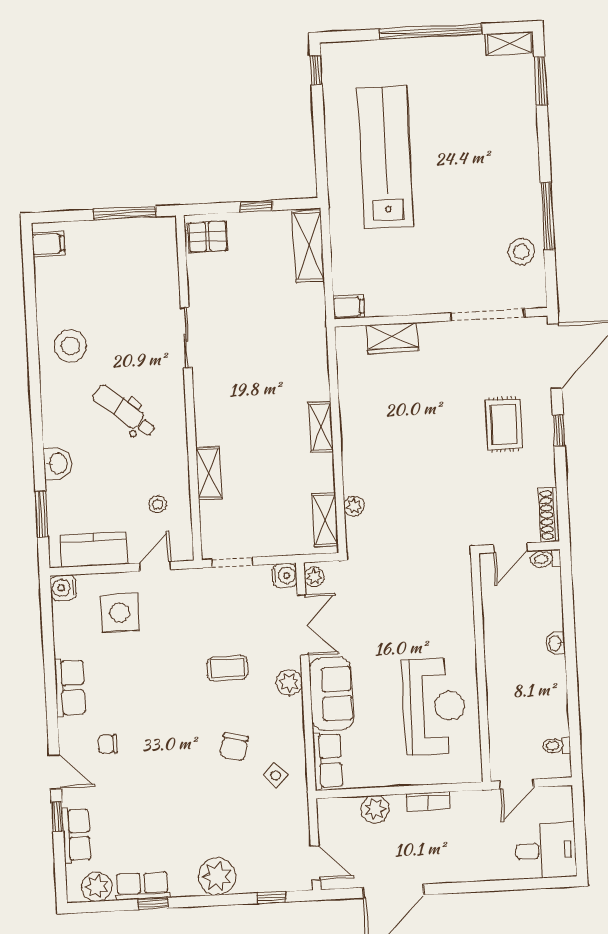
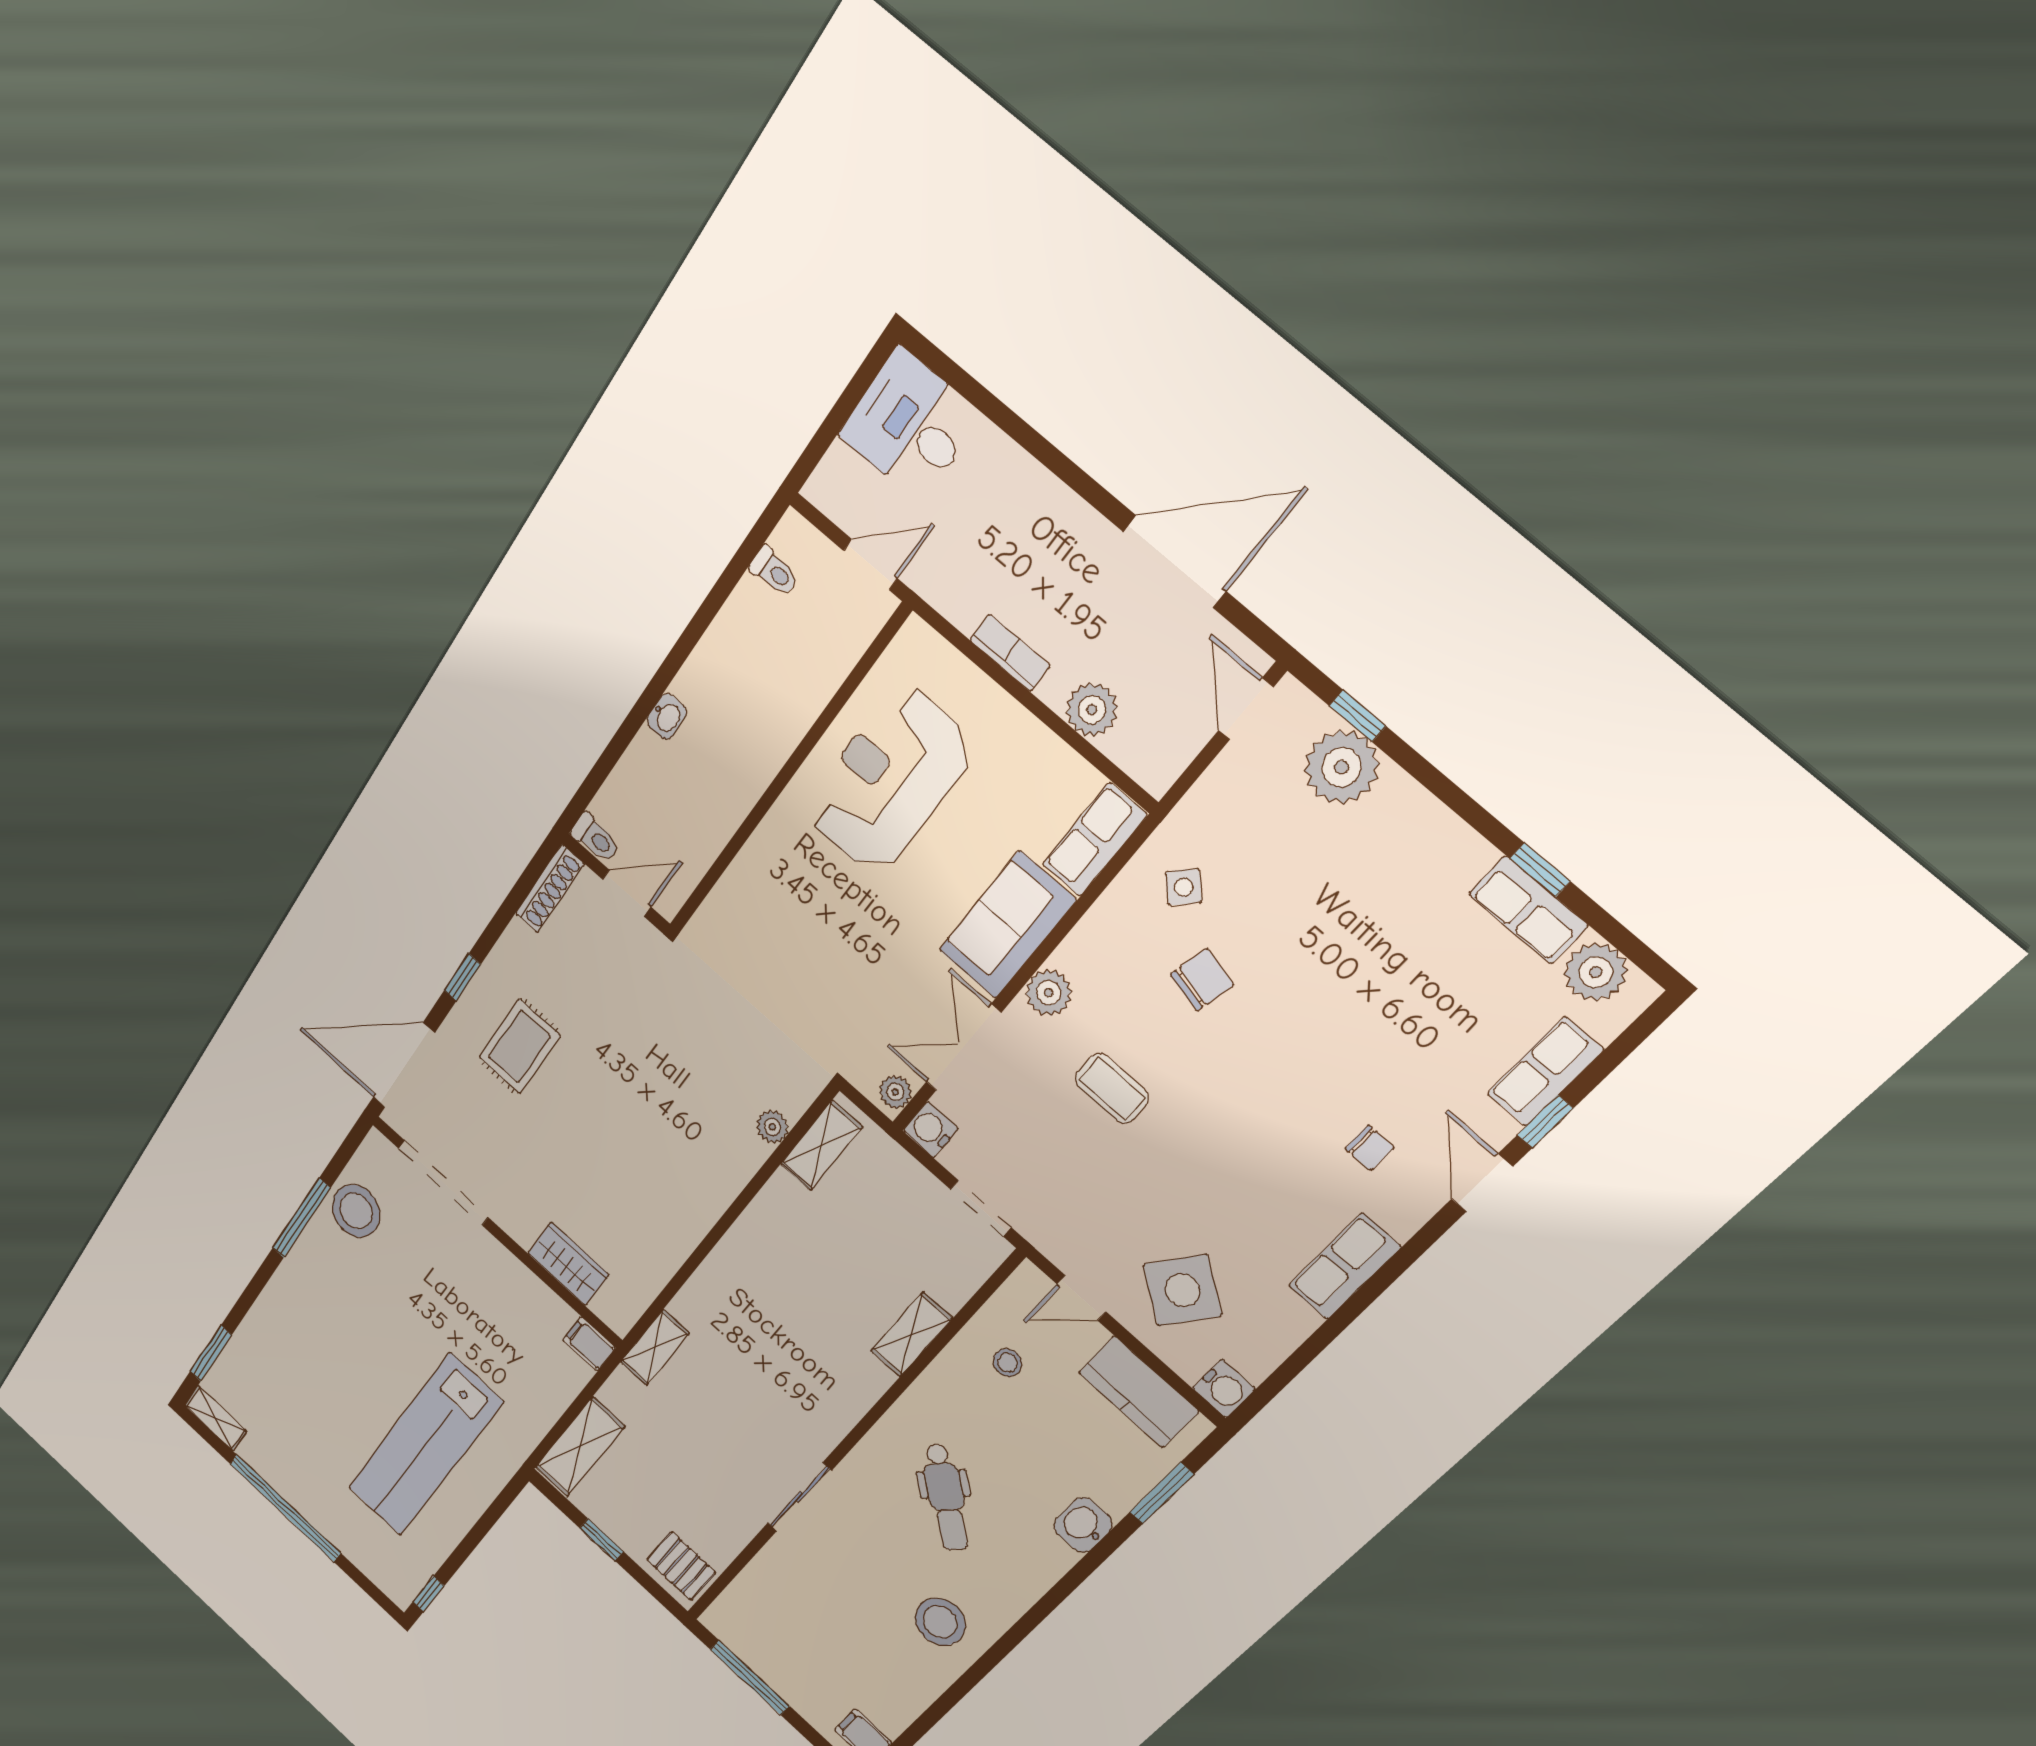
stool: (521, 252) -> (356, 1211), width x1.38, depth x1.38
shelving: (321, 427) -> (655, 1348), moved
side table: (120, 613) -> (1182, 1290), turned 36
plant: (217, 877) -> (1342, 767), moved

